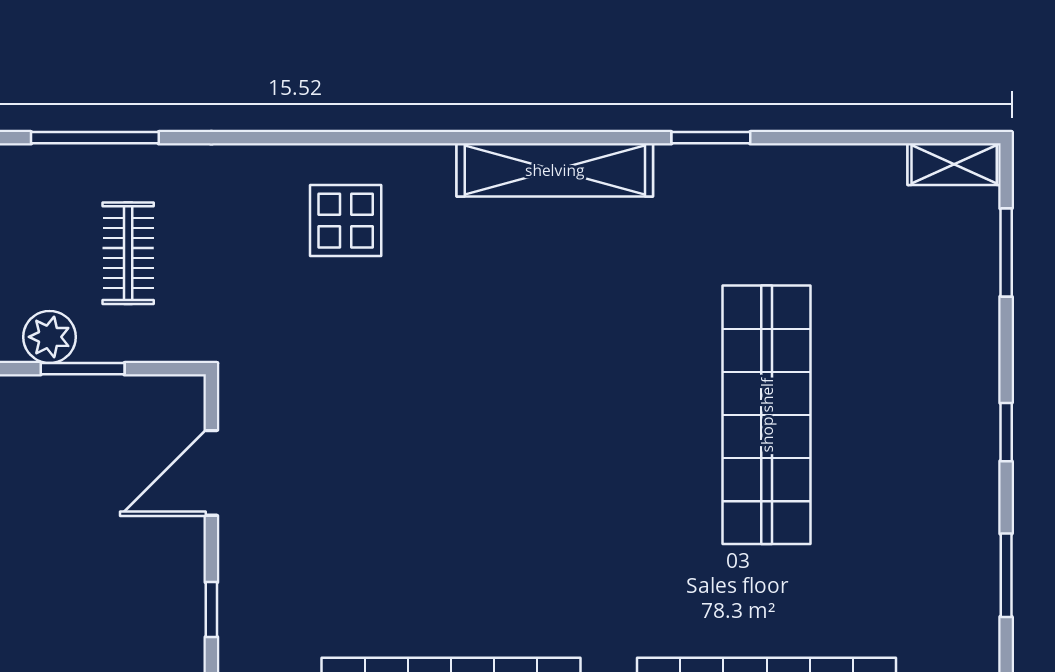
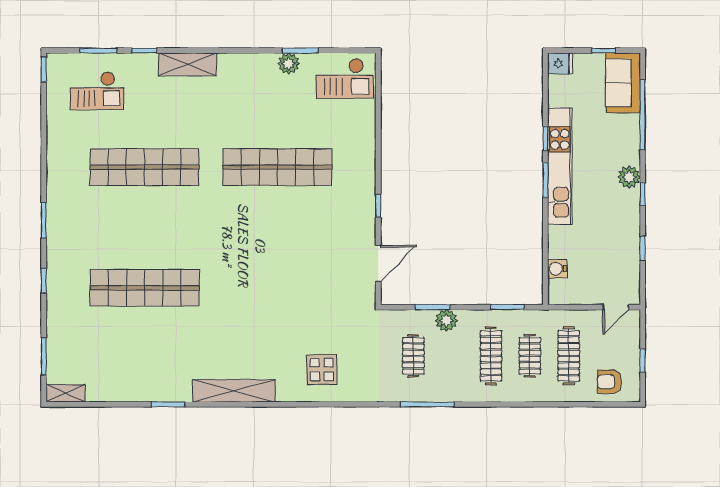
shop shelf: (767, 415) -> (145, 288), turned 90

